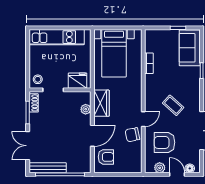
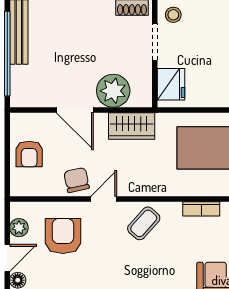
coffee table: (173, 105) -> (144, 223), moved
plant: (86, 109) -> (113, 91), width x1.88, depth x1.88
door: (143, 119) -> (104, 199), swing flipped
armchair: (106, 157) -> (29, 154), moved

